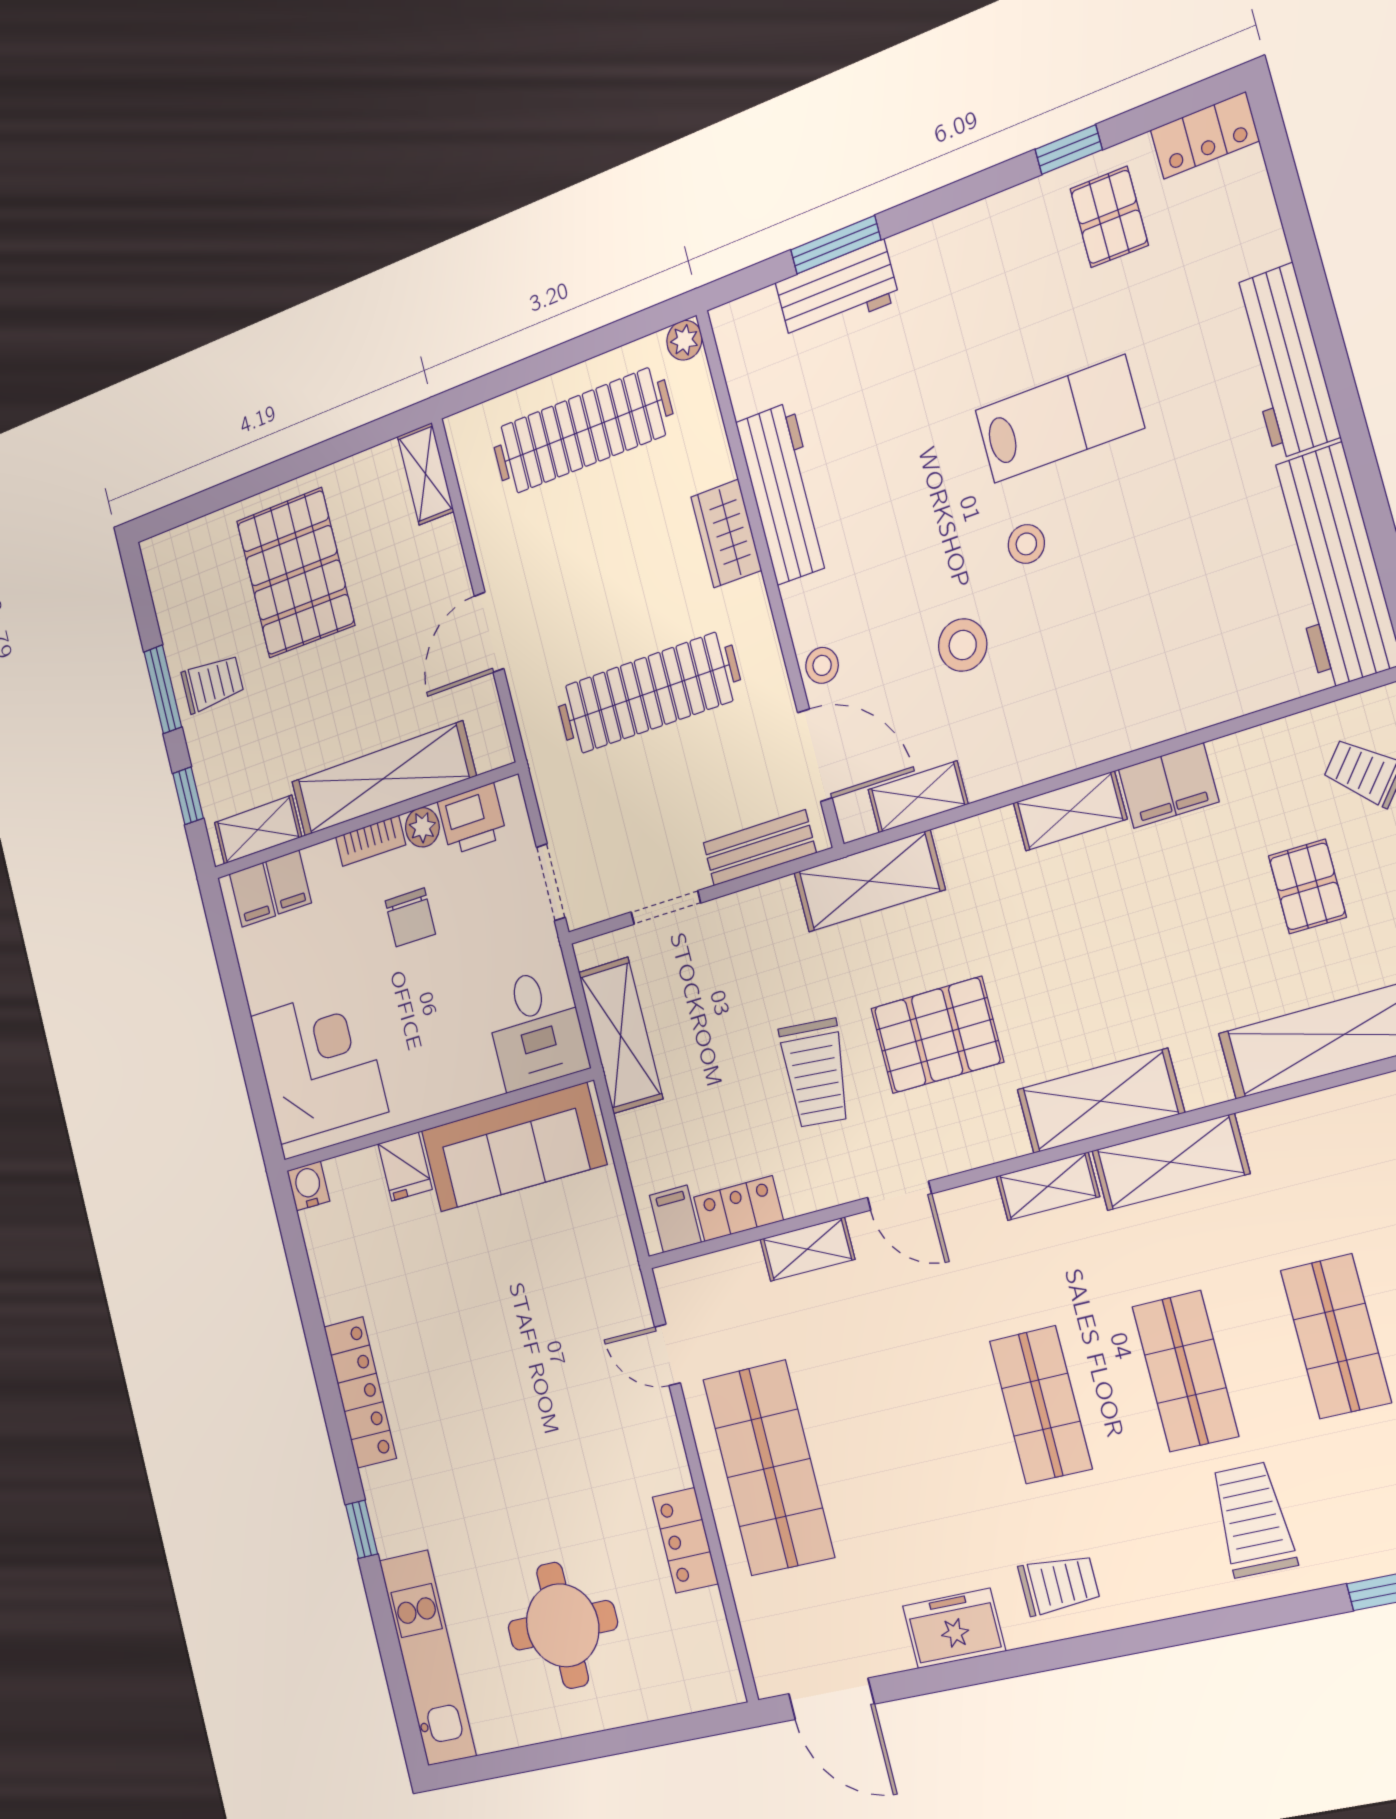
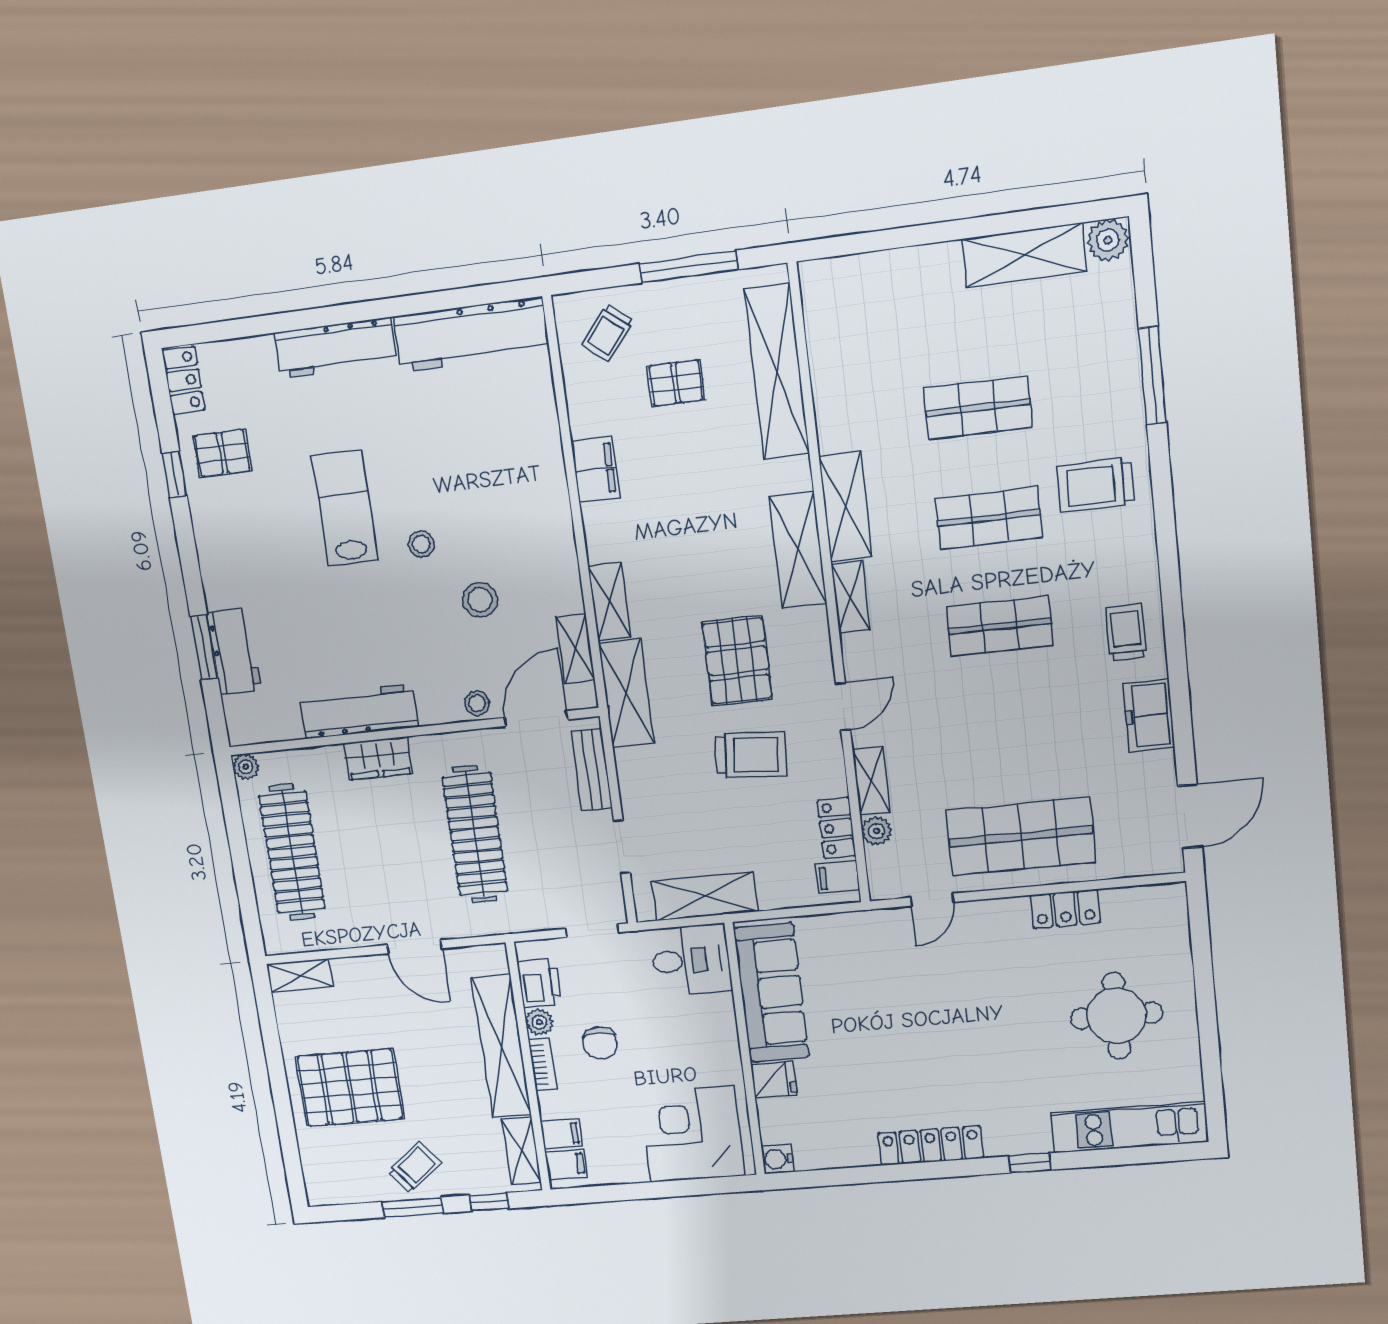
trolley: (212, 683) -> (415, 1167), turned 52
shelving: (1070, 811) -> (609, 602), moved
chair: (410, 917) -> (600, 1043), turned 90
plant: (744, 1265) -> (877, 831), added

